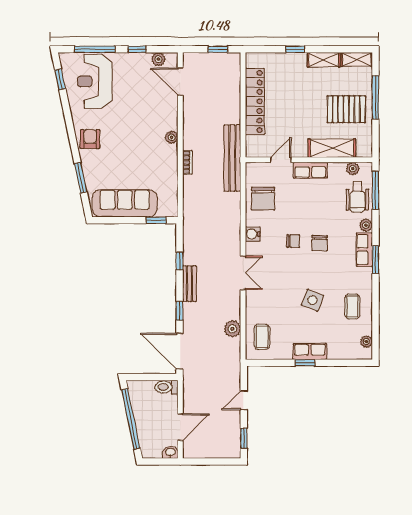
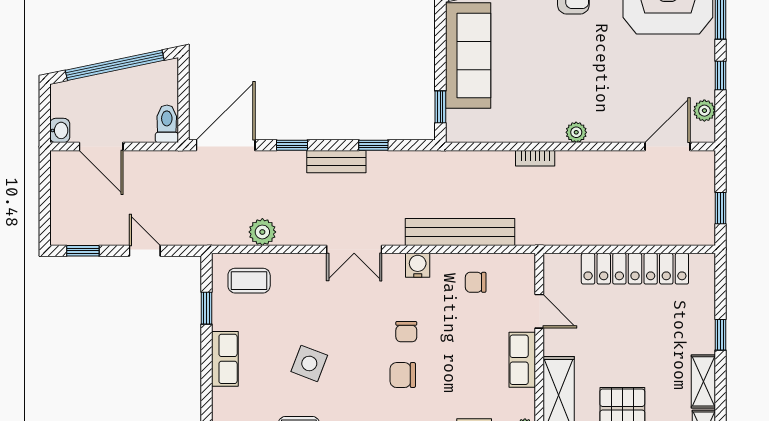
bench: (232, 158) -> (460, 232), moved
chair: (263, 199) -> (476, 282), width x0.54, depth x0.54
window: (305, 363) -> (207, 308), moved

